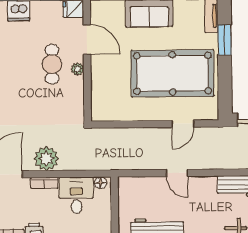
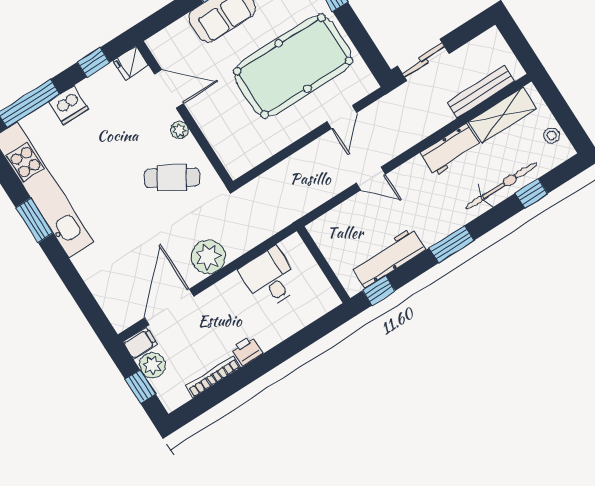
cafe table: (52, 64) -> (172, 178), moved, turned -59
bookcase: (44, 183) -> (223, 287), removed
floor lamp: (101, 183) -> (289, 246), removed

